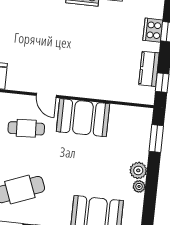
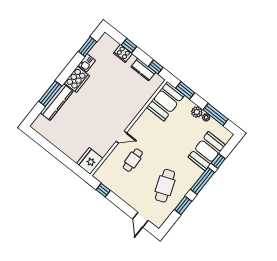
booth: (83, 118) -> (165, 101), moved
window: (150, 196) -> (216, 115), added

